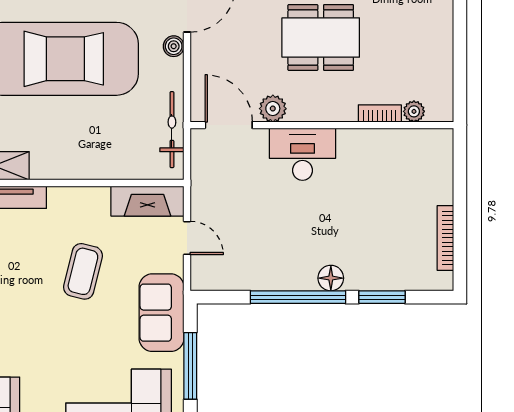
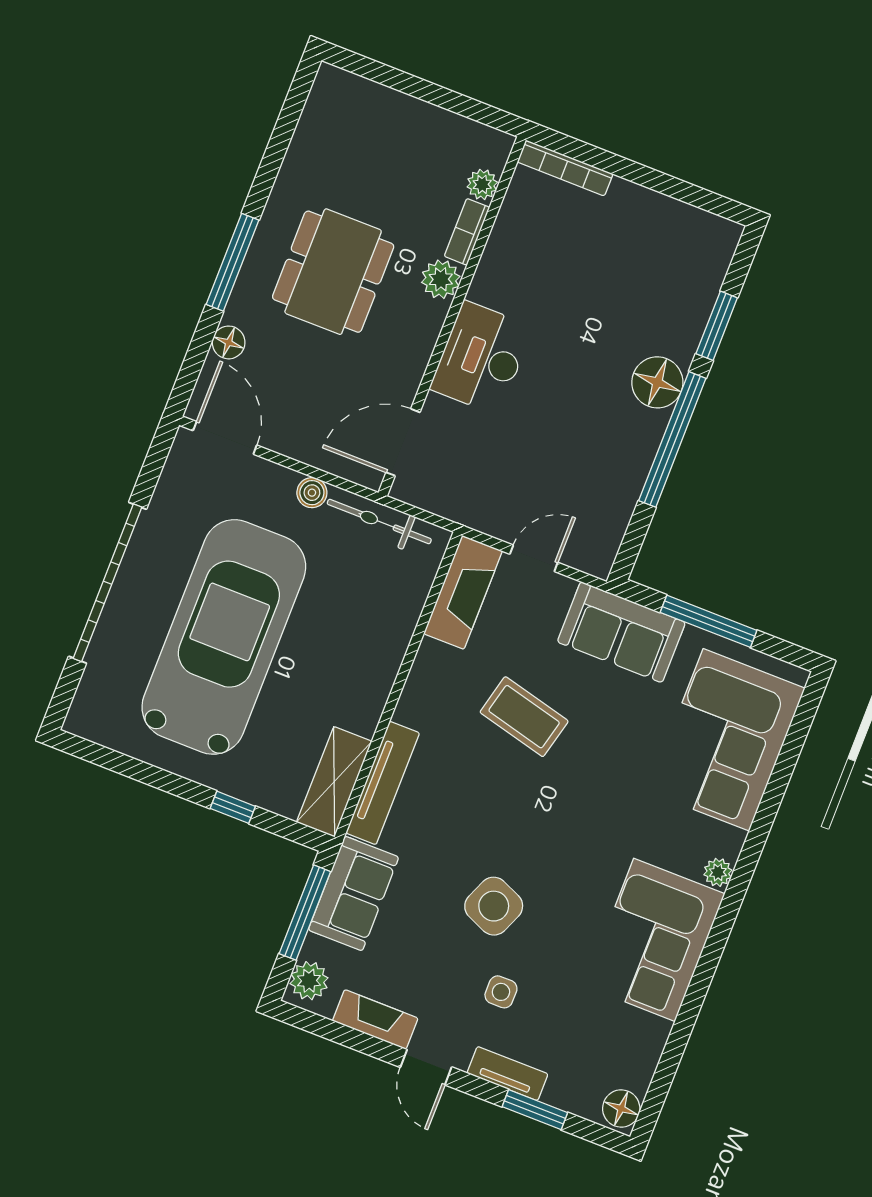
boiler: (174, 46) -> (312, 493), moved
plant: (273, 109) -> (441, 279), moved
bookcase: (445, 238) -> (565, 168), moved
floor lamp: (331, 278) -> (657, 382), width x1.38, depth x1.38

